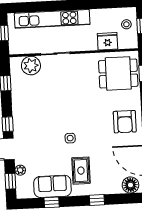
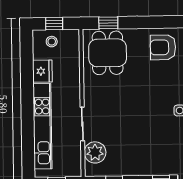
fridge: (108, 41) -> (42, 71), moved, turned 180
armchair: (125, 122) -> (163, 47), turned 180

